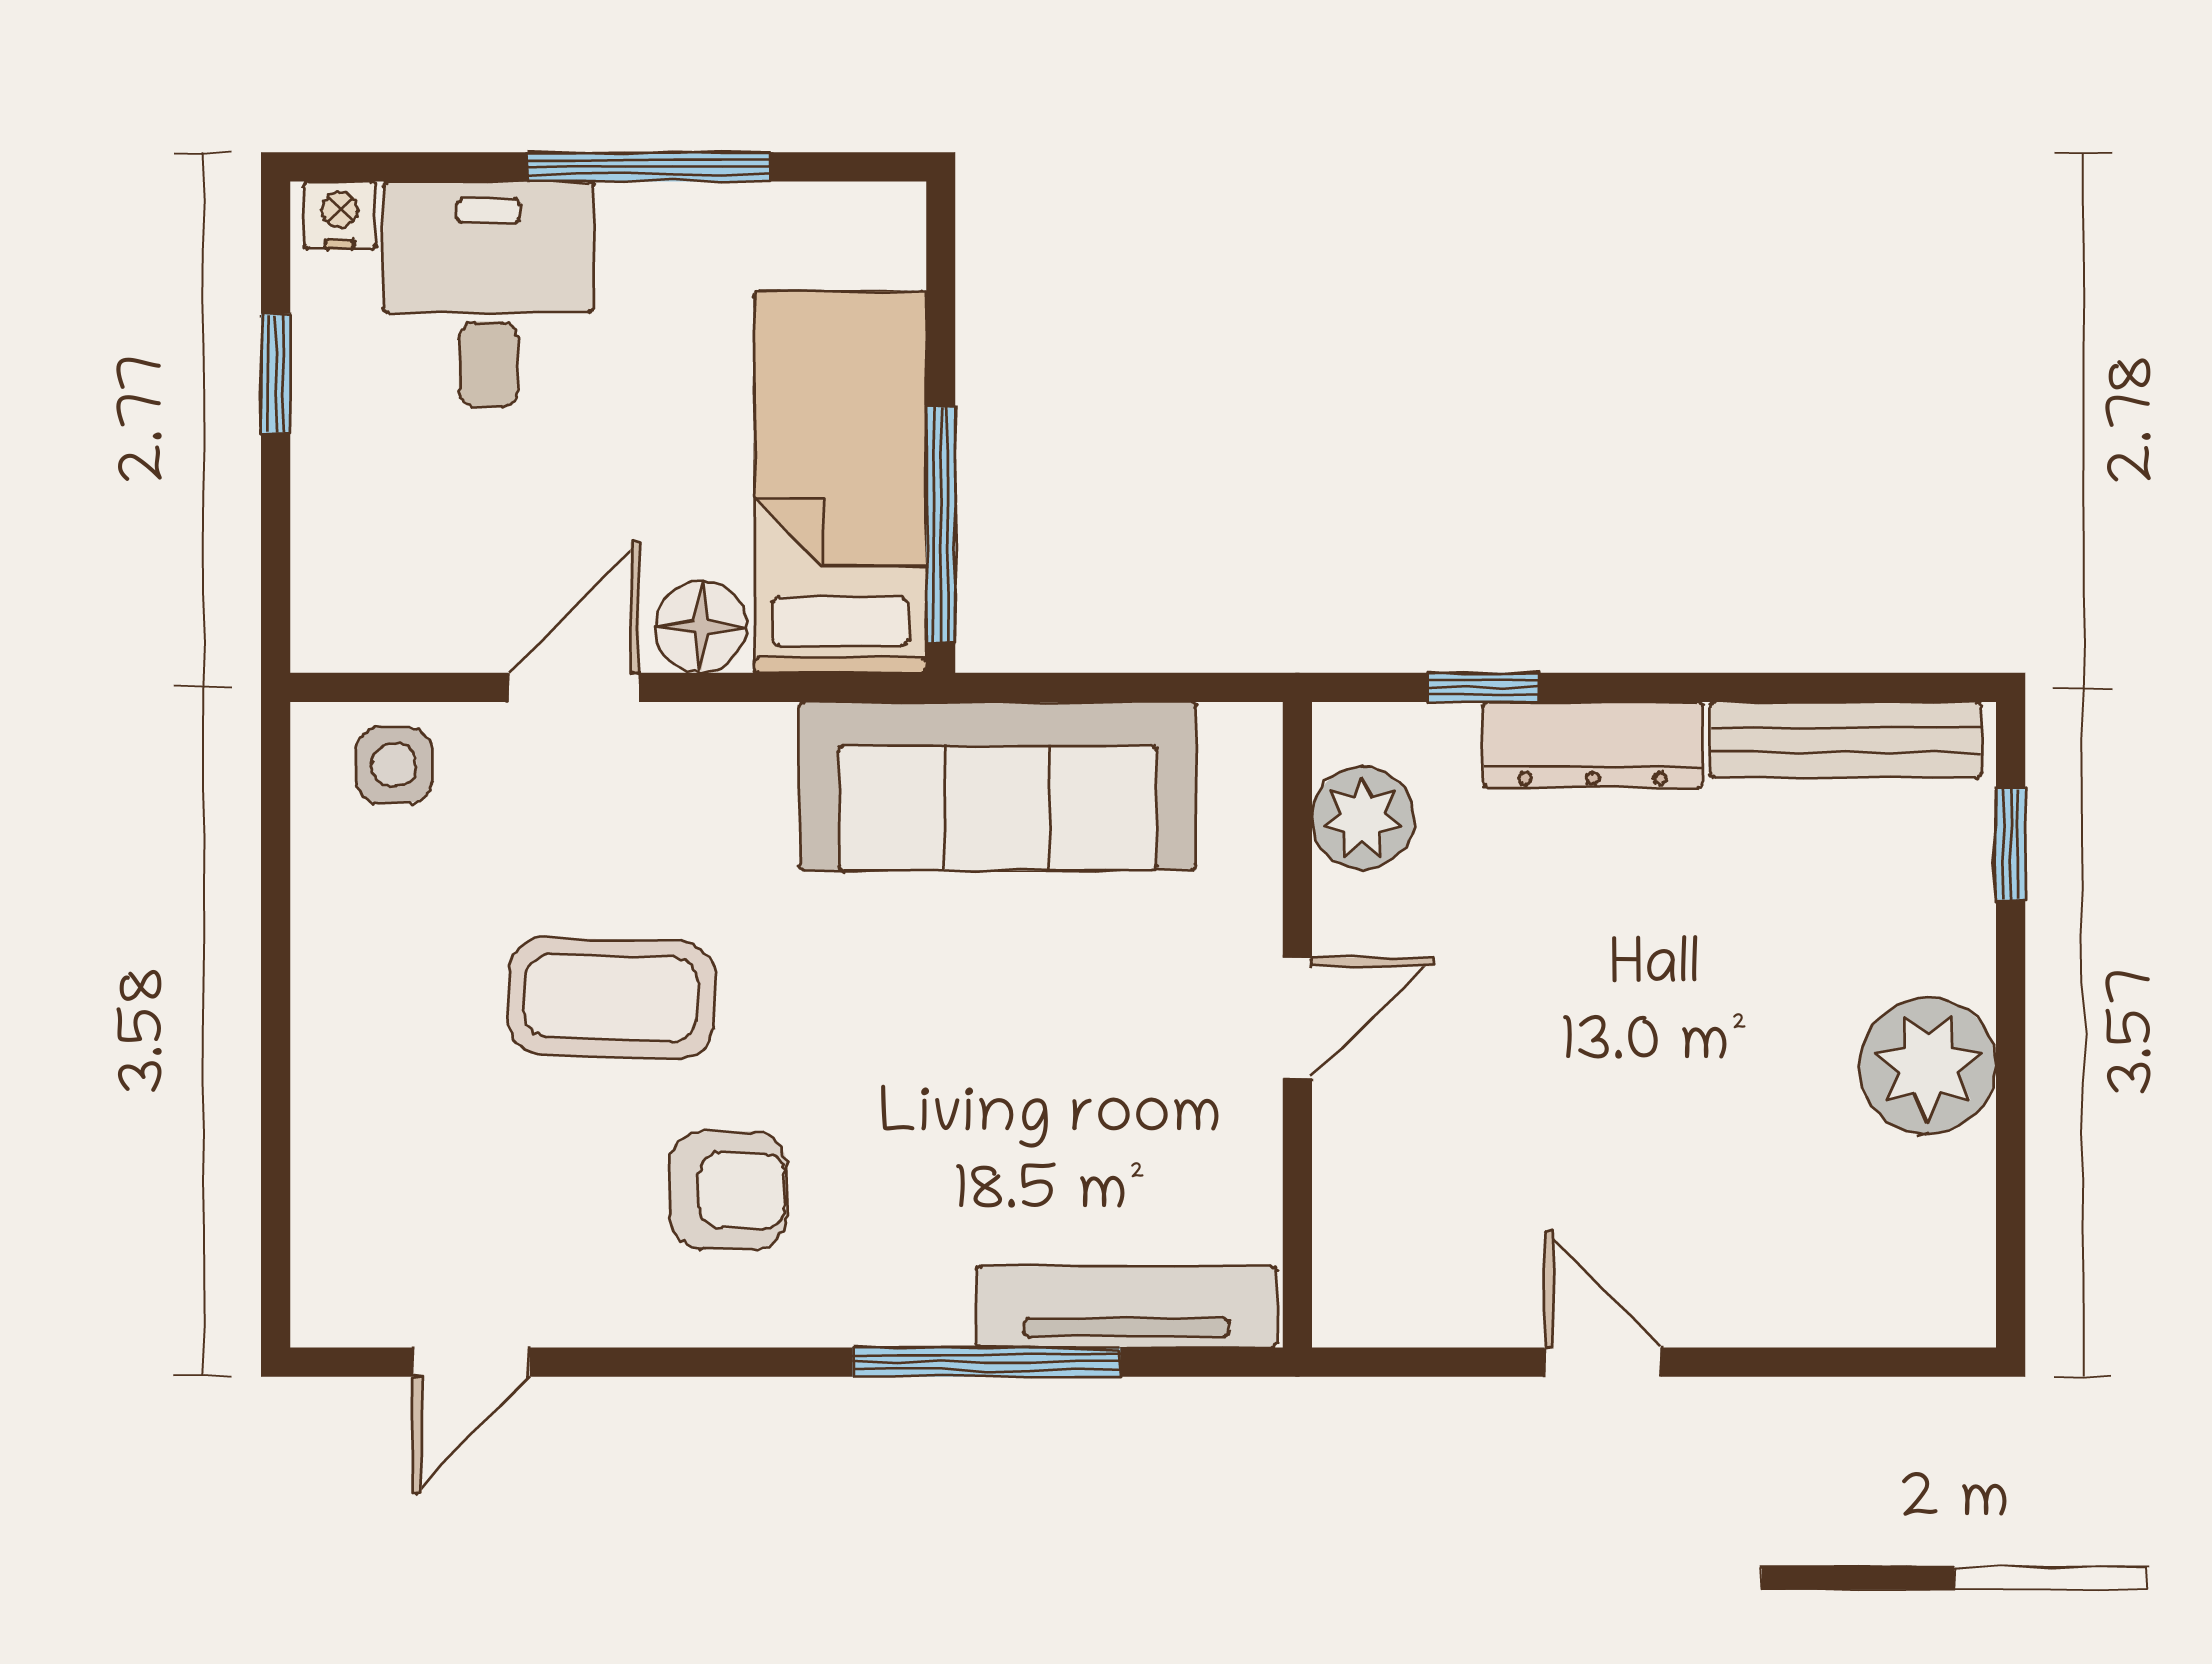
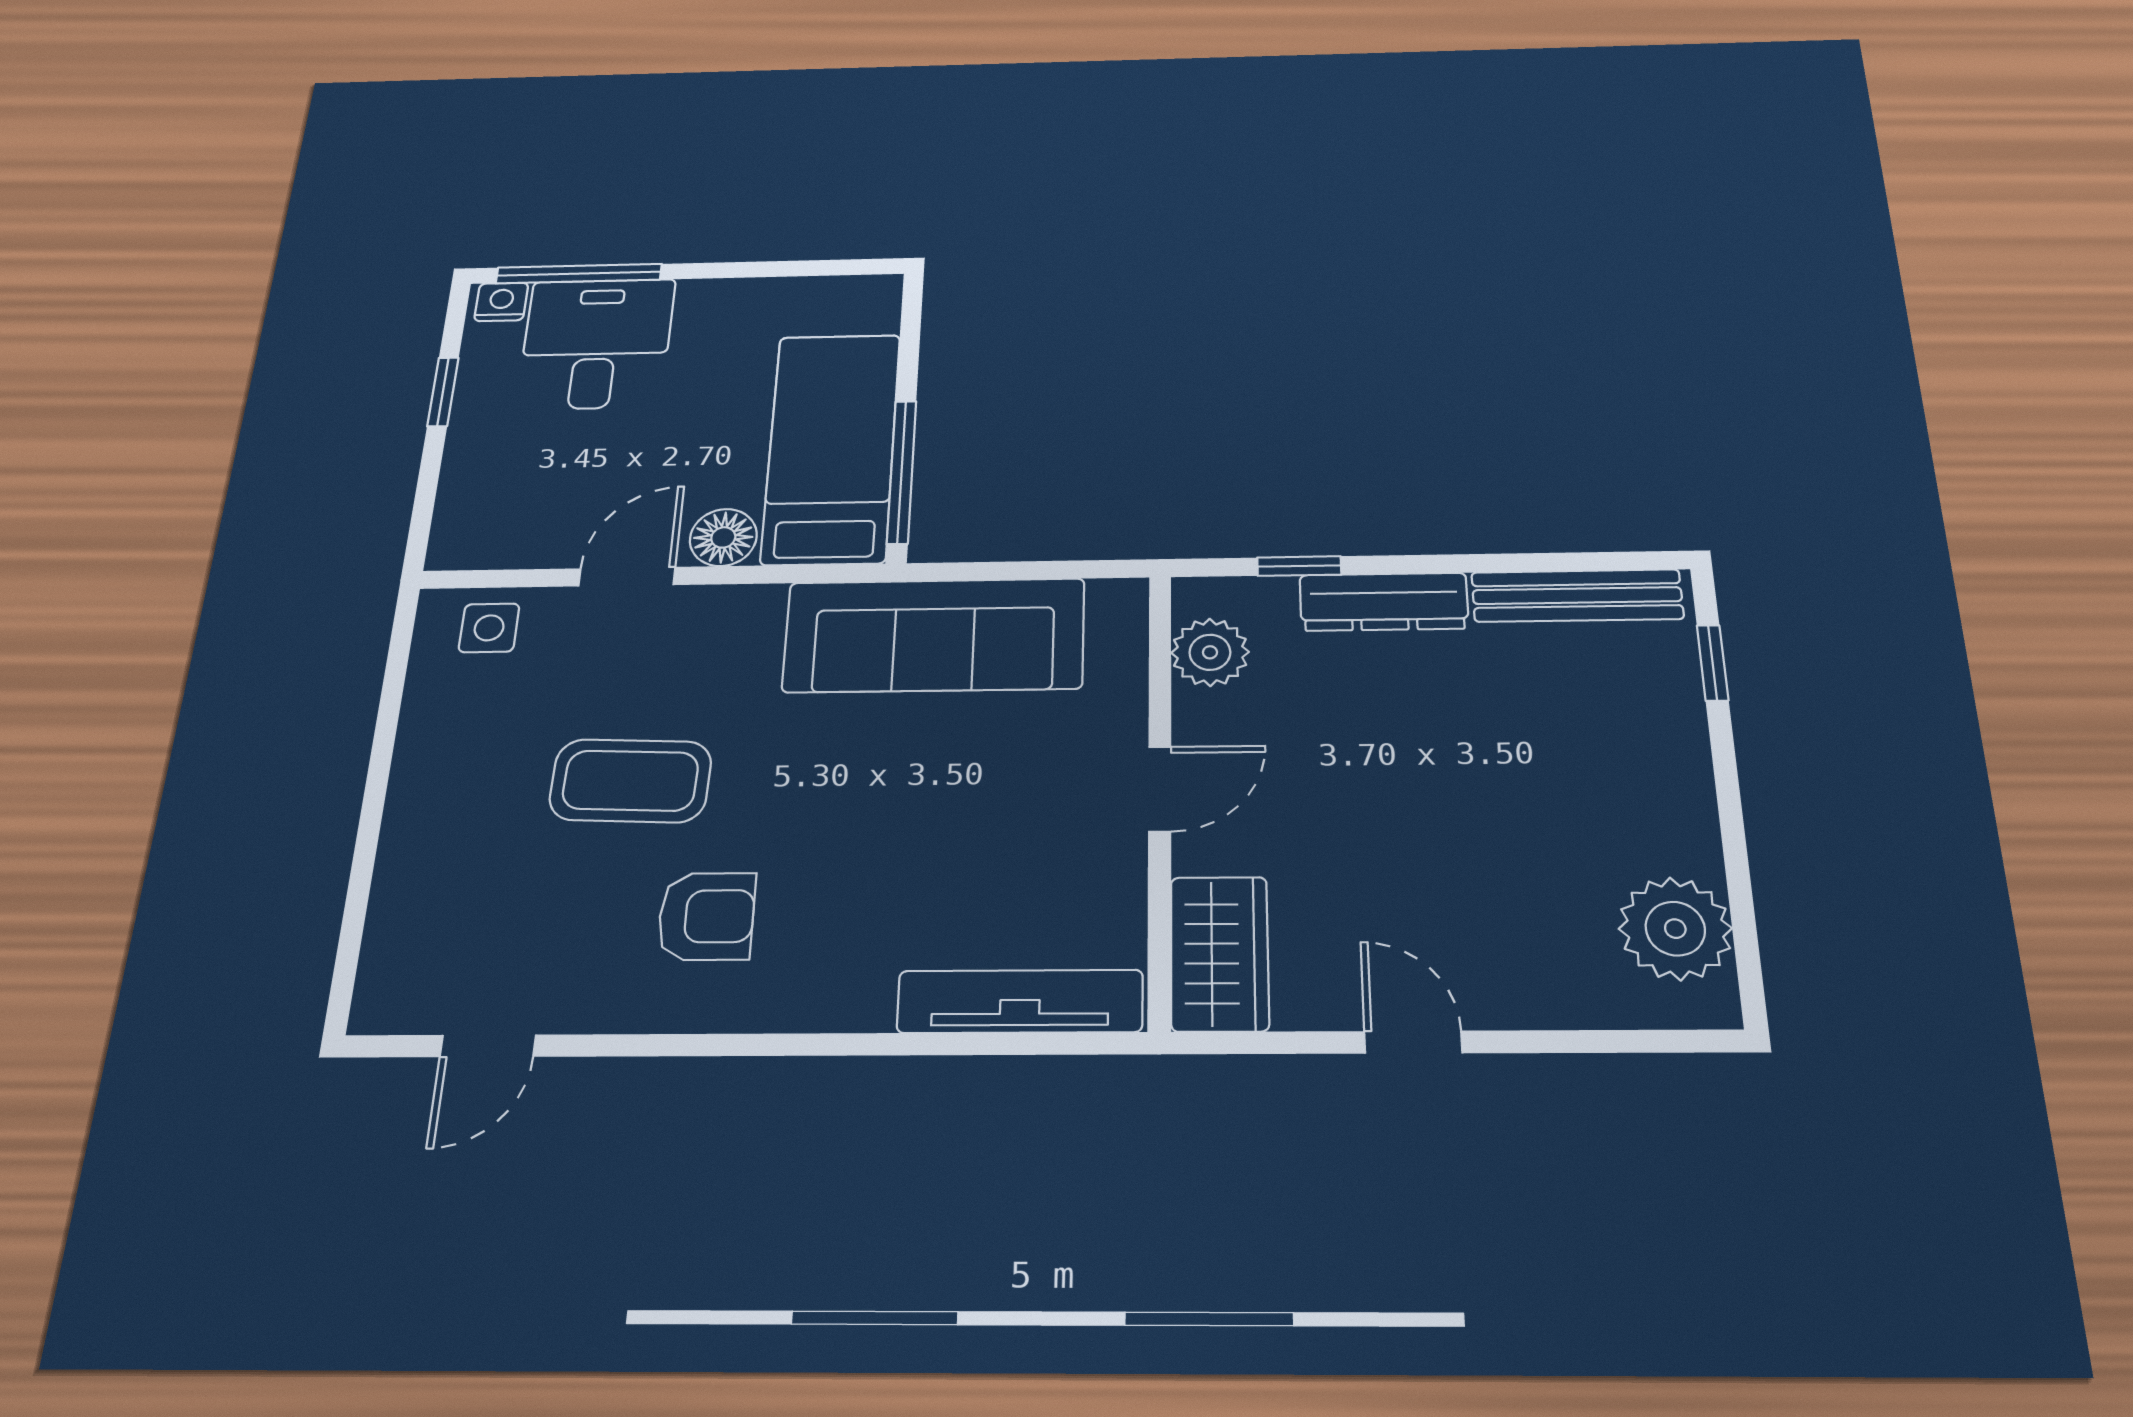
window: (649, 167) -> (579, 274), moved
plant: (1928, 1066) -> (1675, 929), moved
wardrobe: (1371, 1245) -> (1219, 953), added
window: (986, 1362) -> (904, 1044), removed

